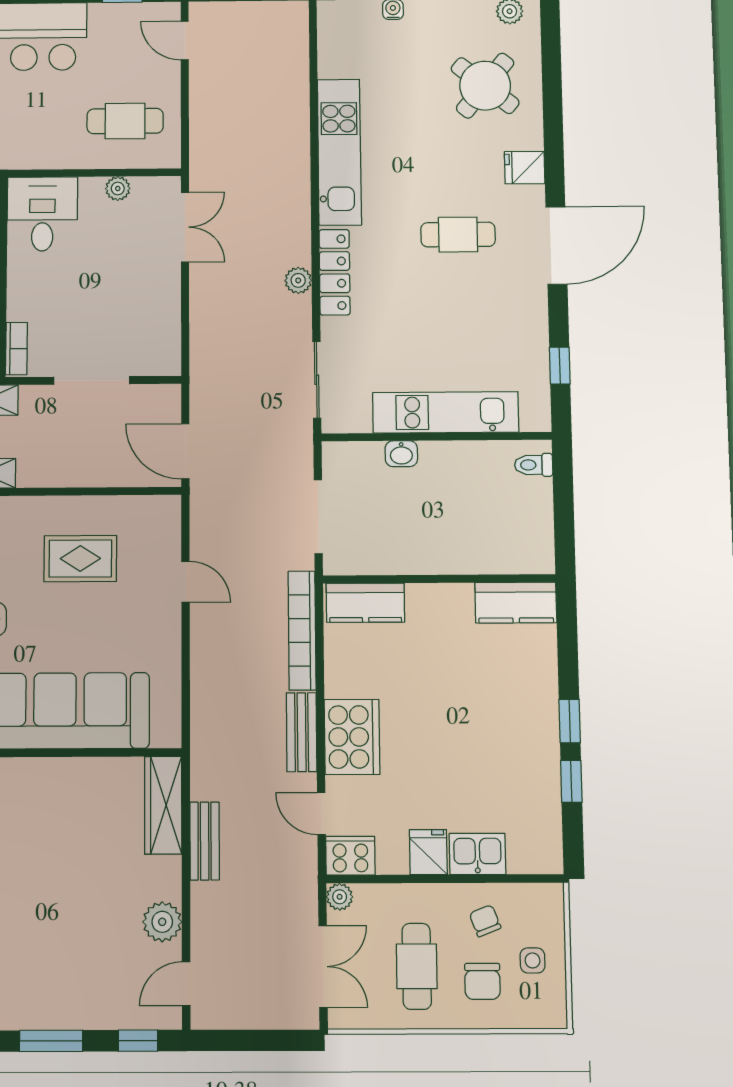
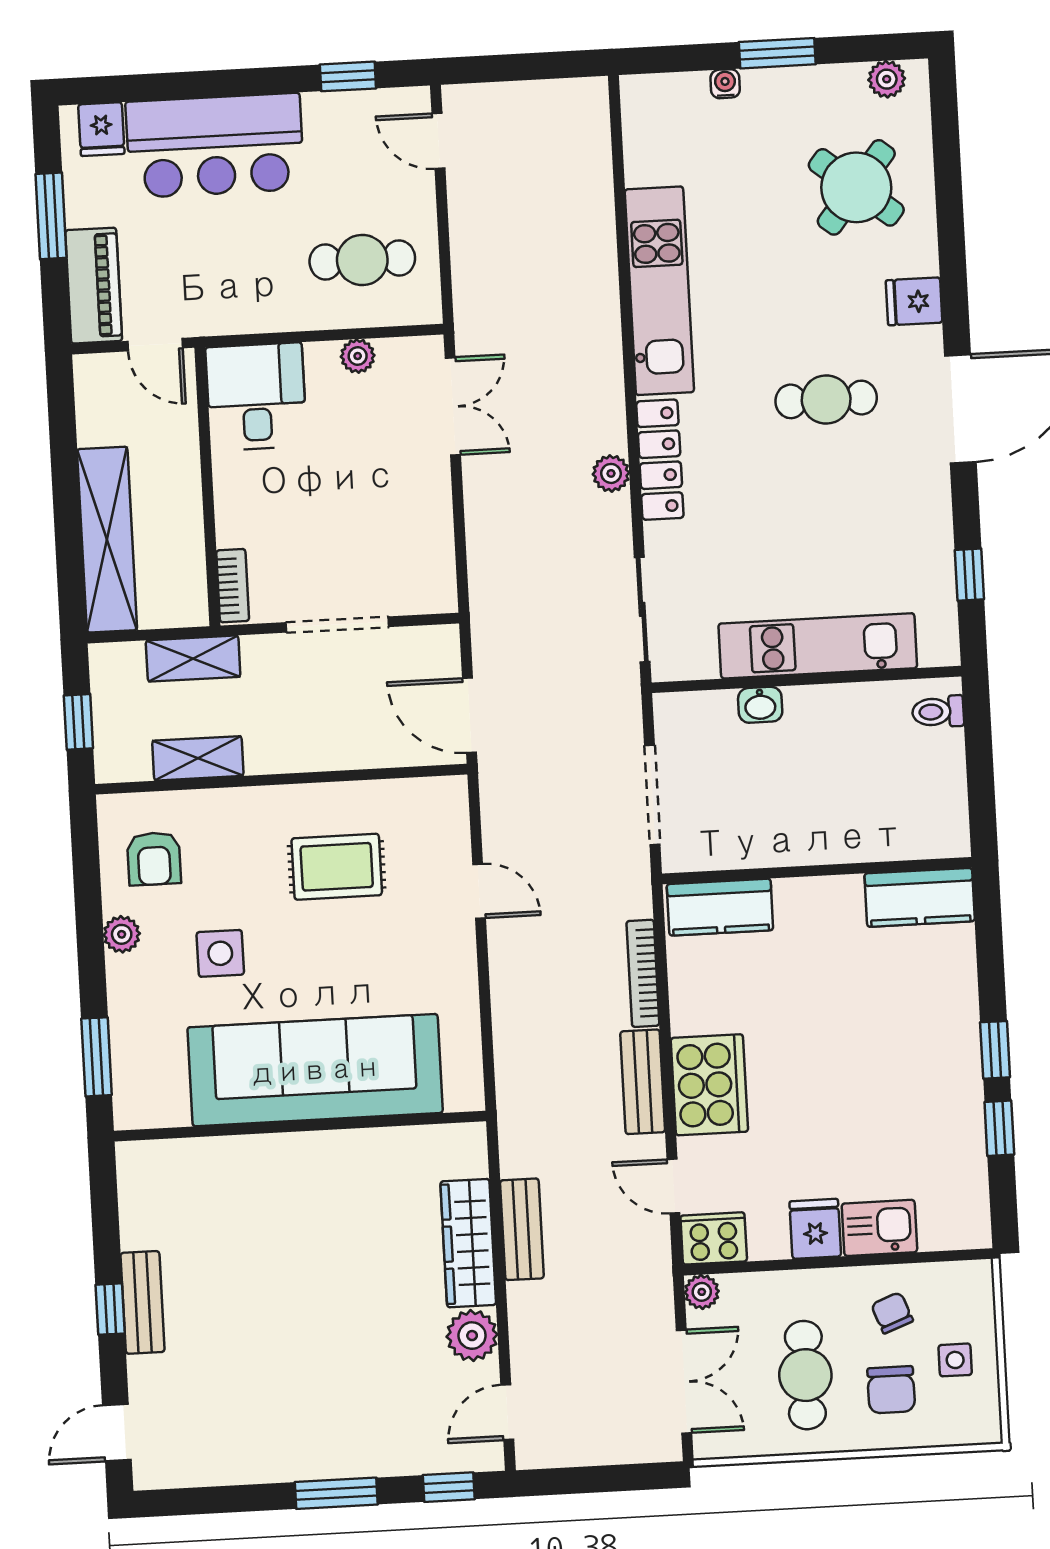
bookcase: (302, 630) -> (643, 973), width x0.68, depth x0.76
wardrobe: (163, 805) -> (468, 1243), moved

